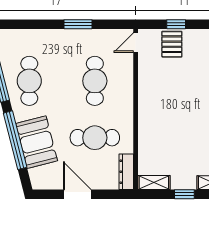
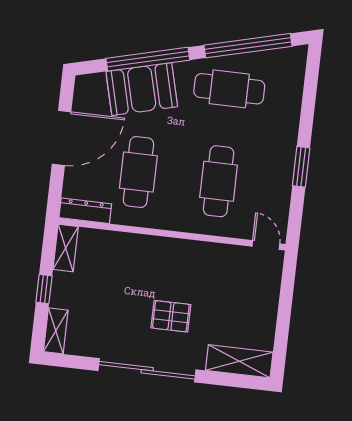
window: (176, 24) -> (285, 305), removed
pallet: (172, 44) -> (171, 316), moved
cafe table: (95, 81) -> (219, 181), turned 90
door: (77, 194) -> (61, 138), width x1.36

